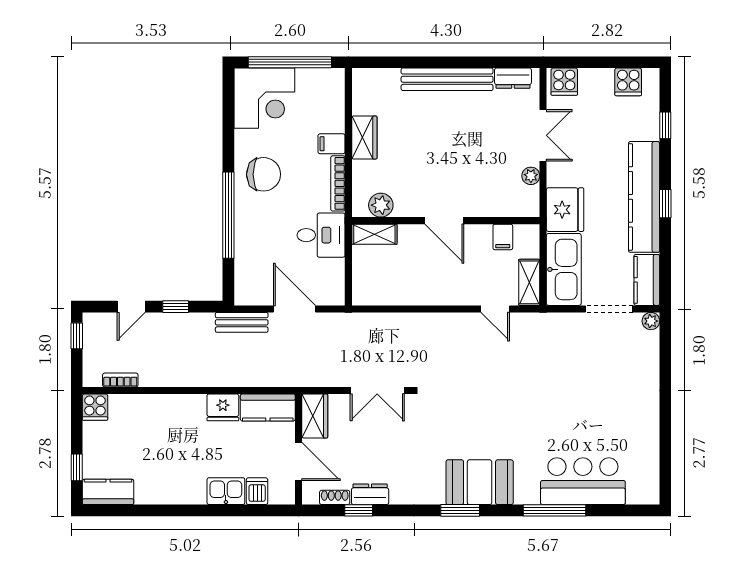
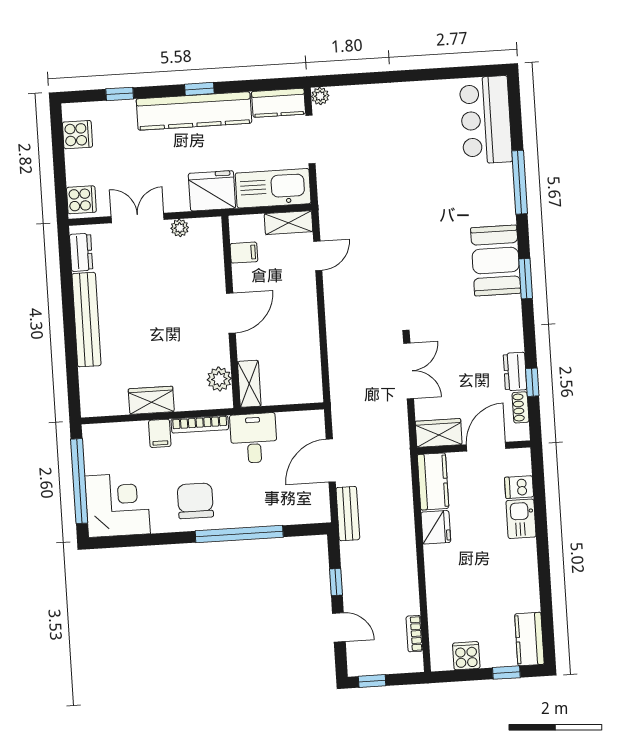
cooker: (95, 407) -> (466, 656), moved, turned -90
bar counter: (583, 481) -> (486, 120), moved

